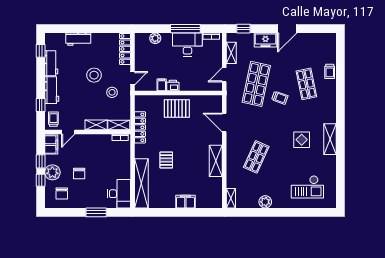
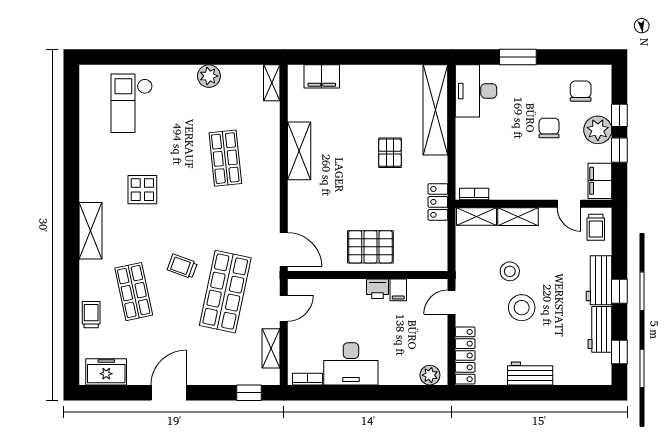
window: (185, 29) -> (355, 393), removed
plant: (155, 38) -> (430, 375), moved
workbench: (78, 39) -> (530, 373), moved
freezer: (265, 40) -> (106, 372), moved
stool: (112, 92) -> (510, 271), moved
window: (41, 105) -> (619, 291), moved
door: (224, 122) -> (284, 250), moved
locker: (140, 127) -> (438, 202), width x0.66
door: (68, 132) -> (569, 204), swing flipped
shelving: (330, 139) -> (90, 231), moved
shop shelf: (256, 157) -> (225, 158), turned -30
checkout: (307, 187) -> (132, 103), turned -90
filing cabinet: (185, 202) -> (322, 76), moved

